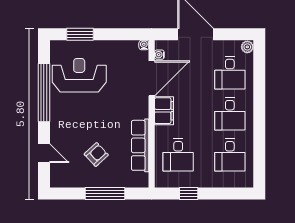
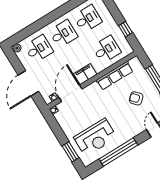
reception desk: (79, 75) -> (95, 137), turned -90
door: (152, 78) -> (71, 93), hinge flipped

